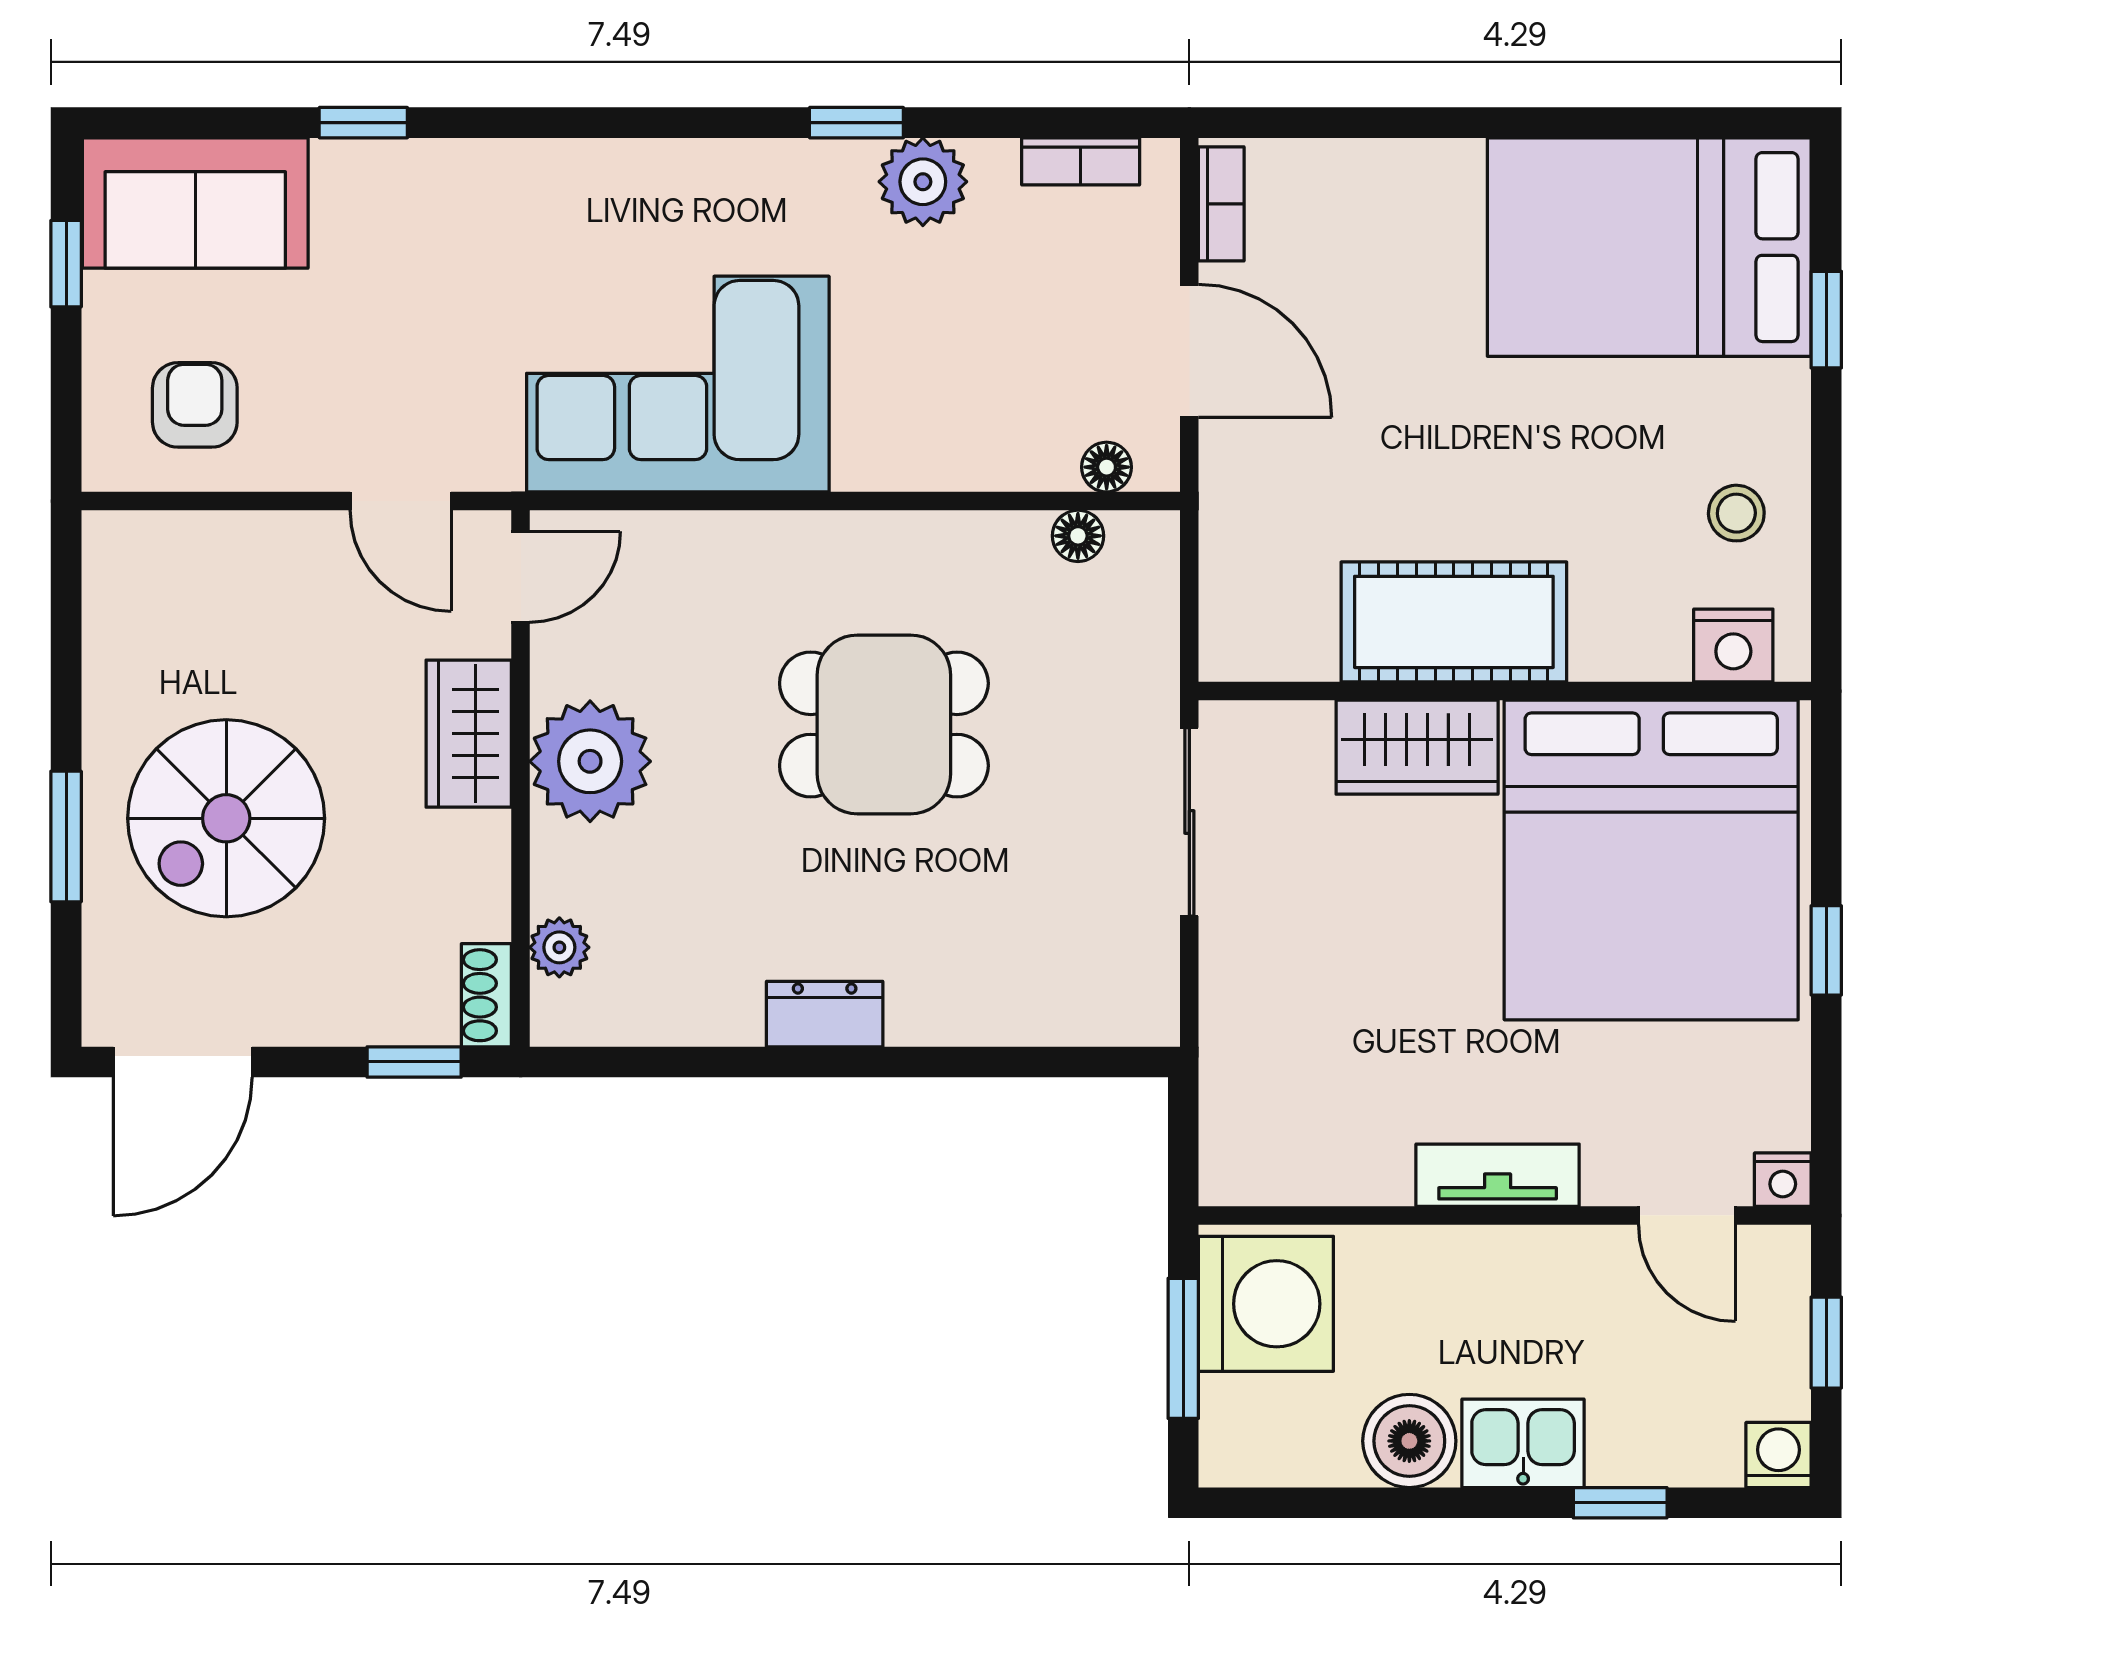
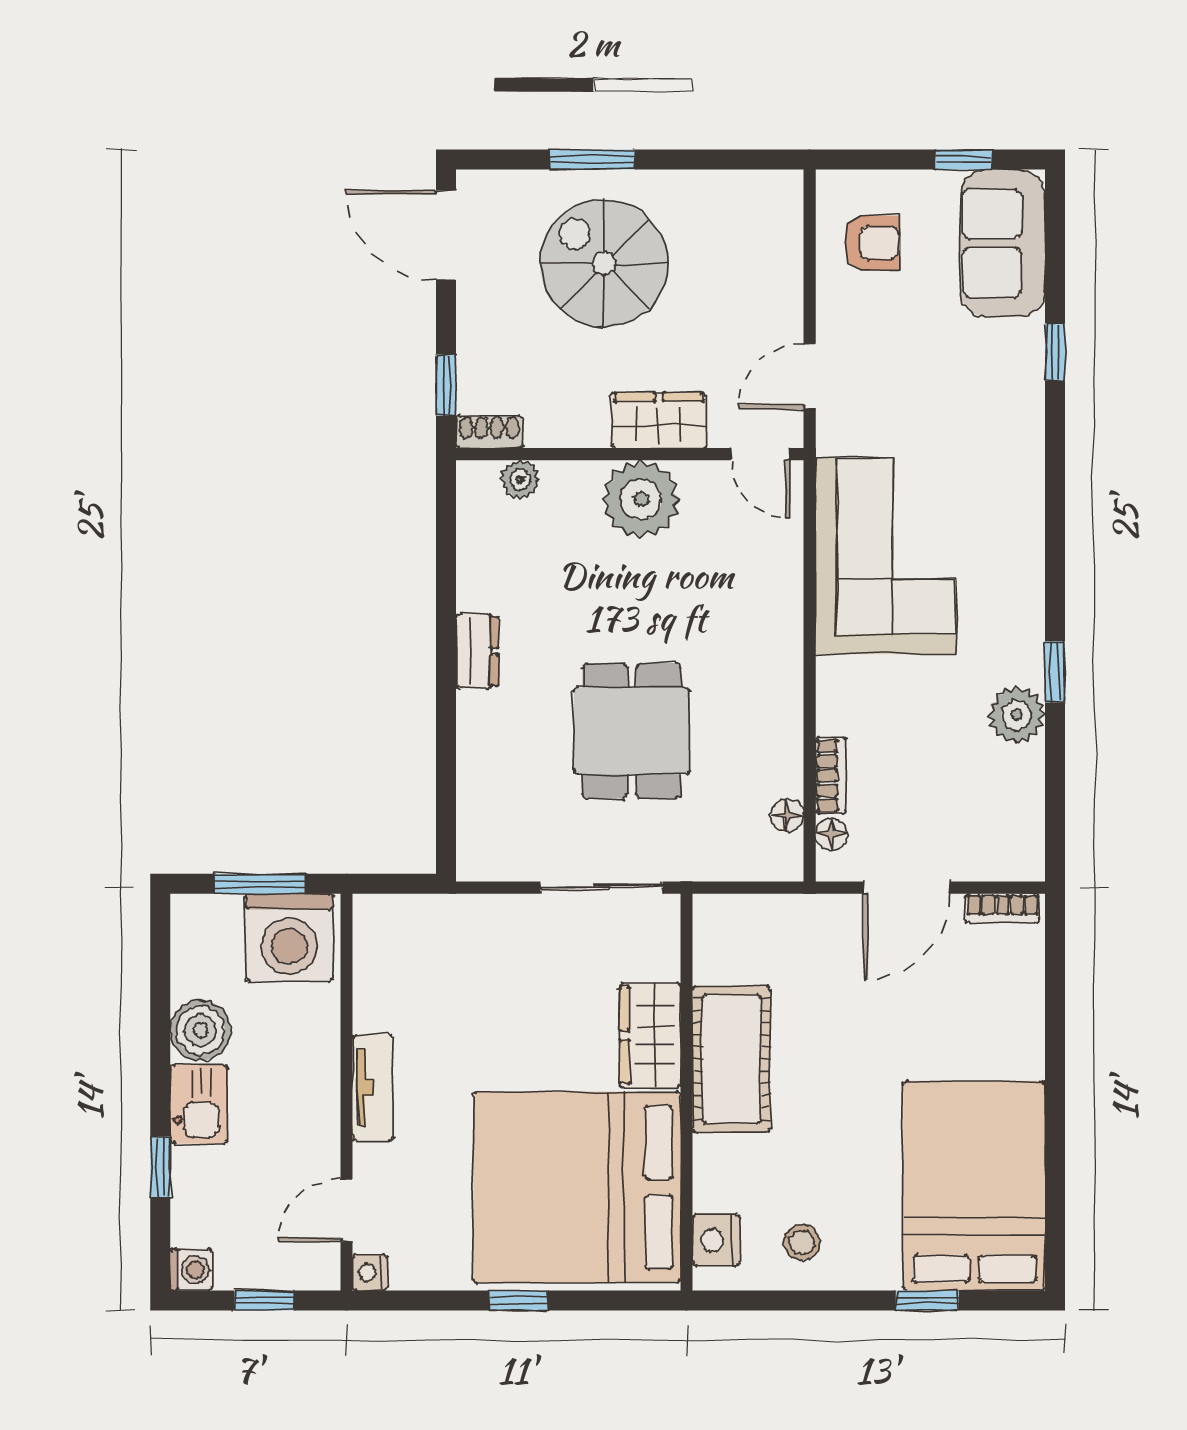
bookcase: (1081, 161) -> (831, 776), moved, turned 180
dining table: (884, 724) -> (632, 731), moved

